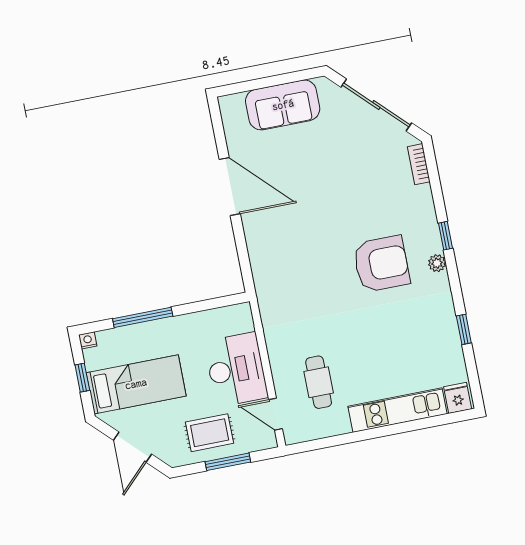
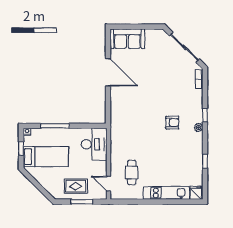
sofa: (283, 105) -> (127, 39), moved
armchair: (381, 264) -> (172, 123), width x0.53, depth x0.53
desk: (236, 369) -> (94, 144), moved
door: (132, 447) -> (38, 186), removed

